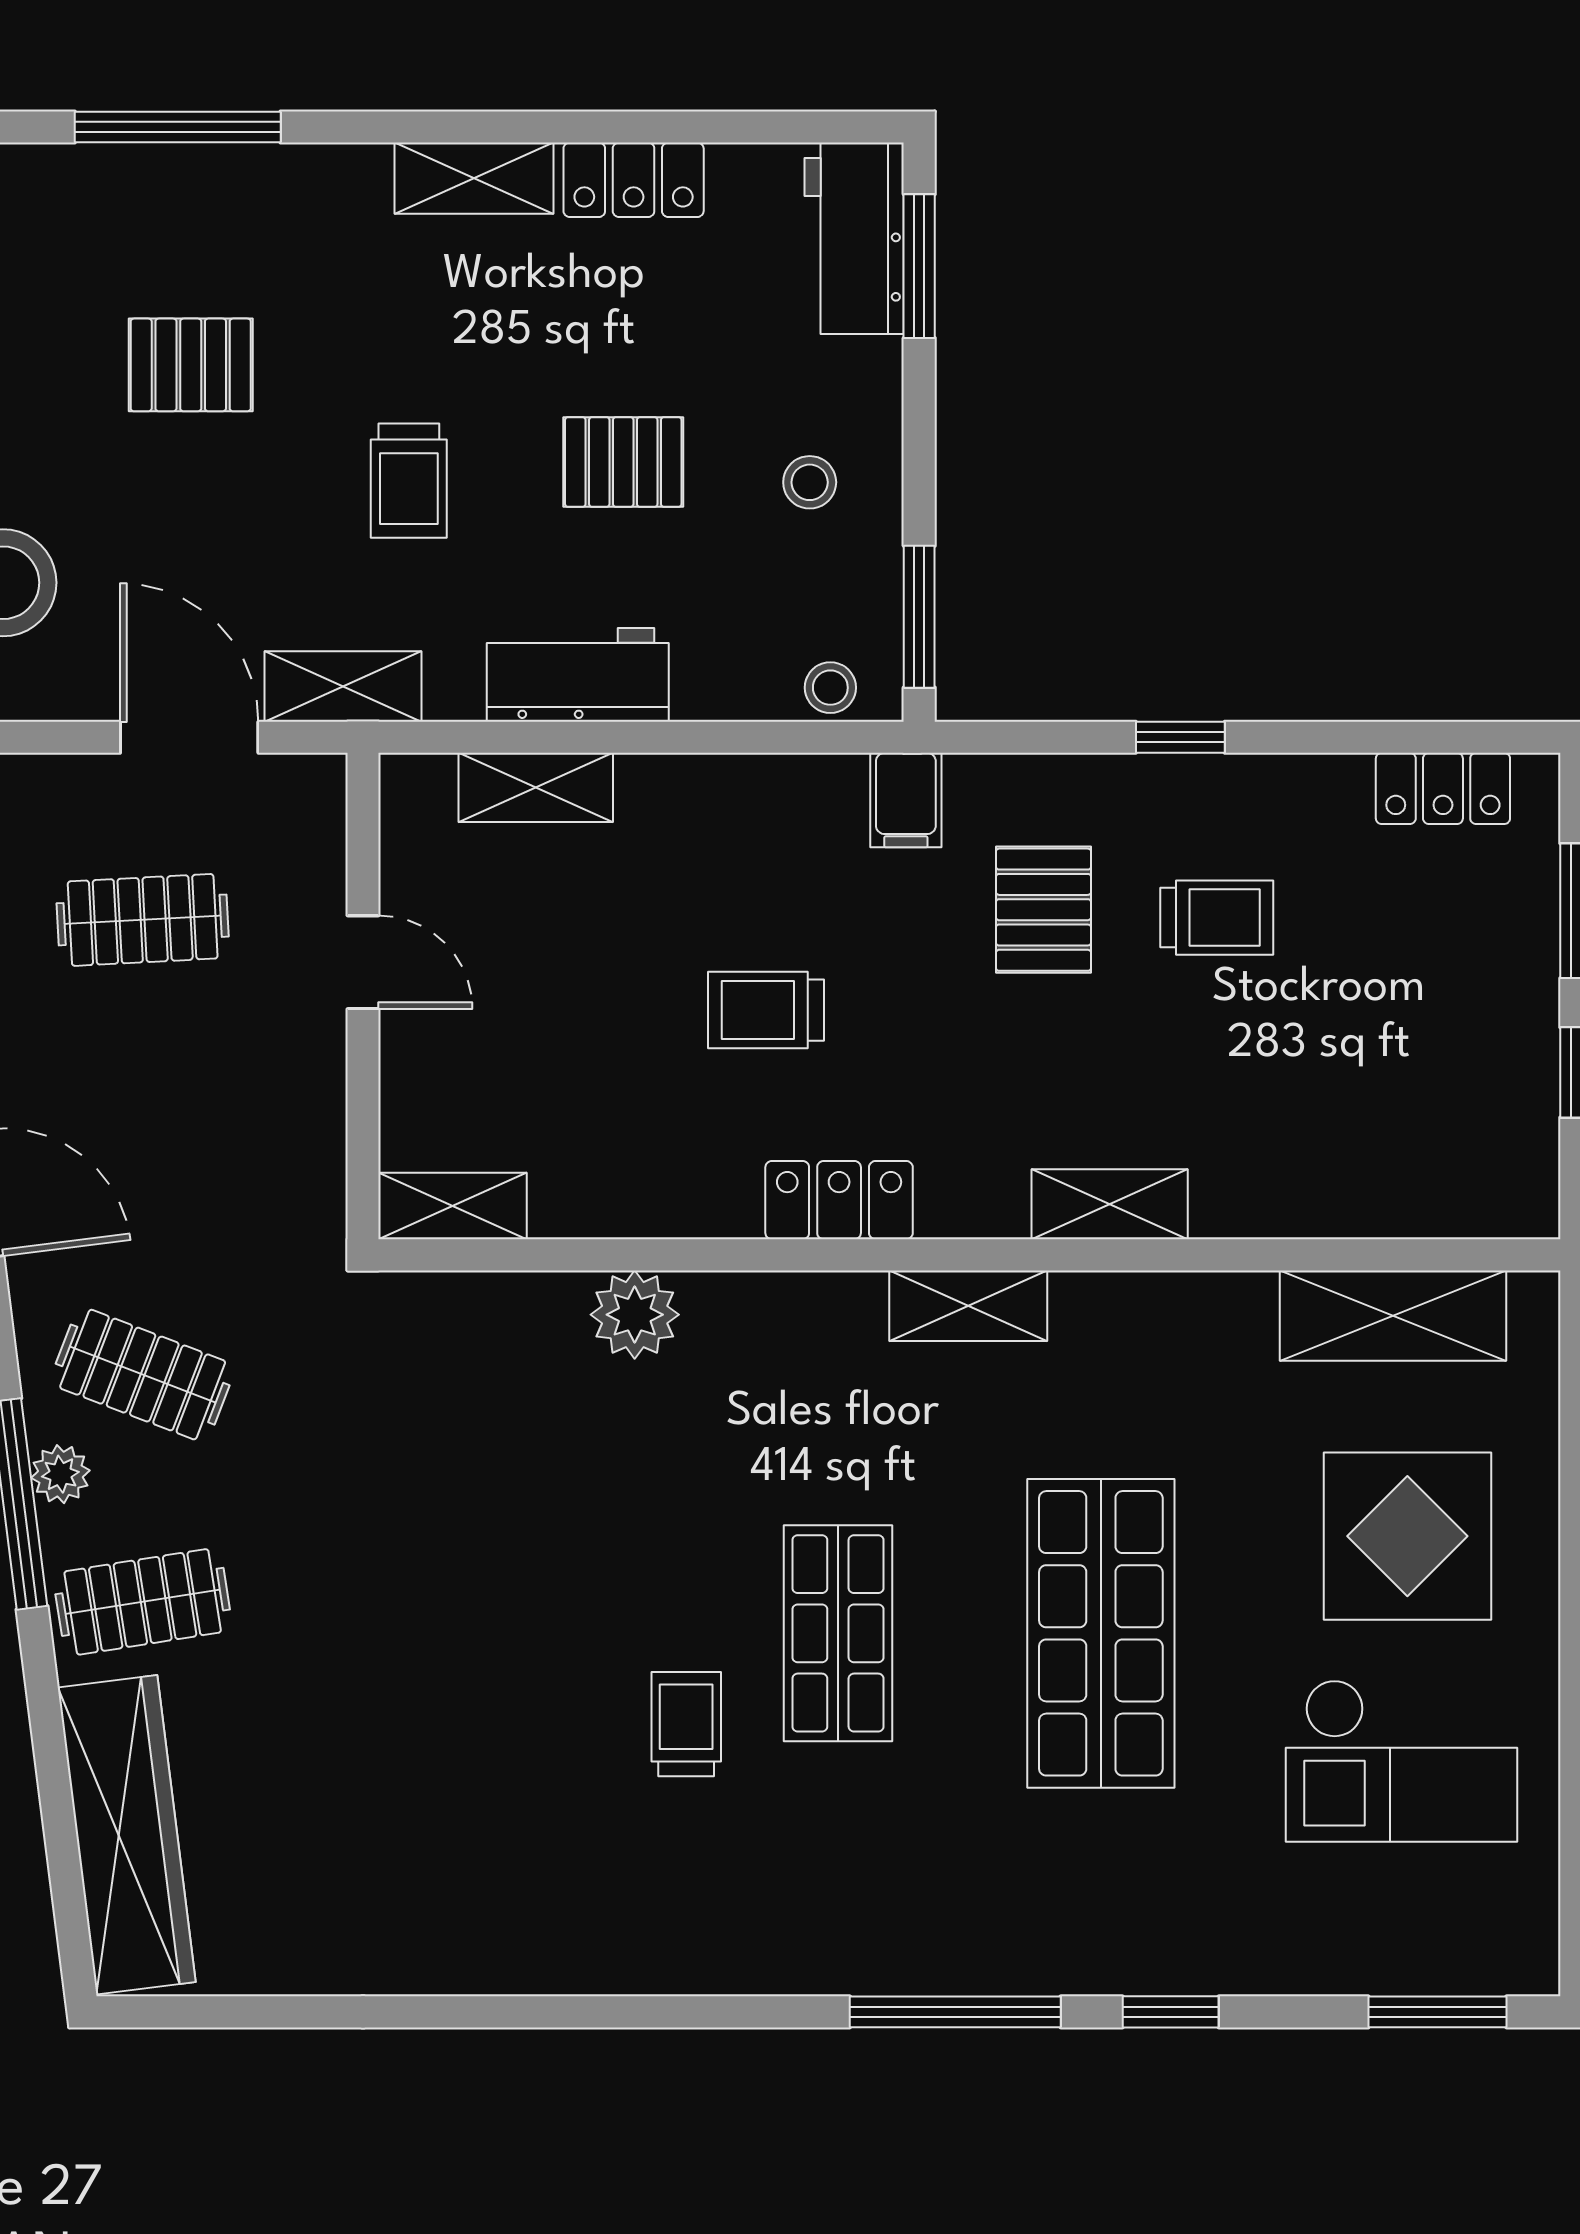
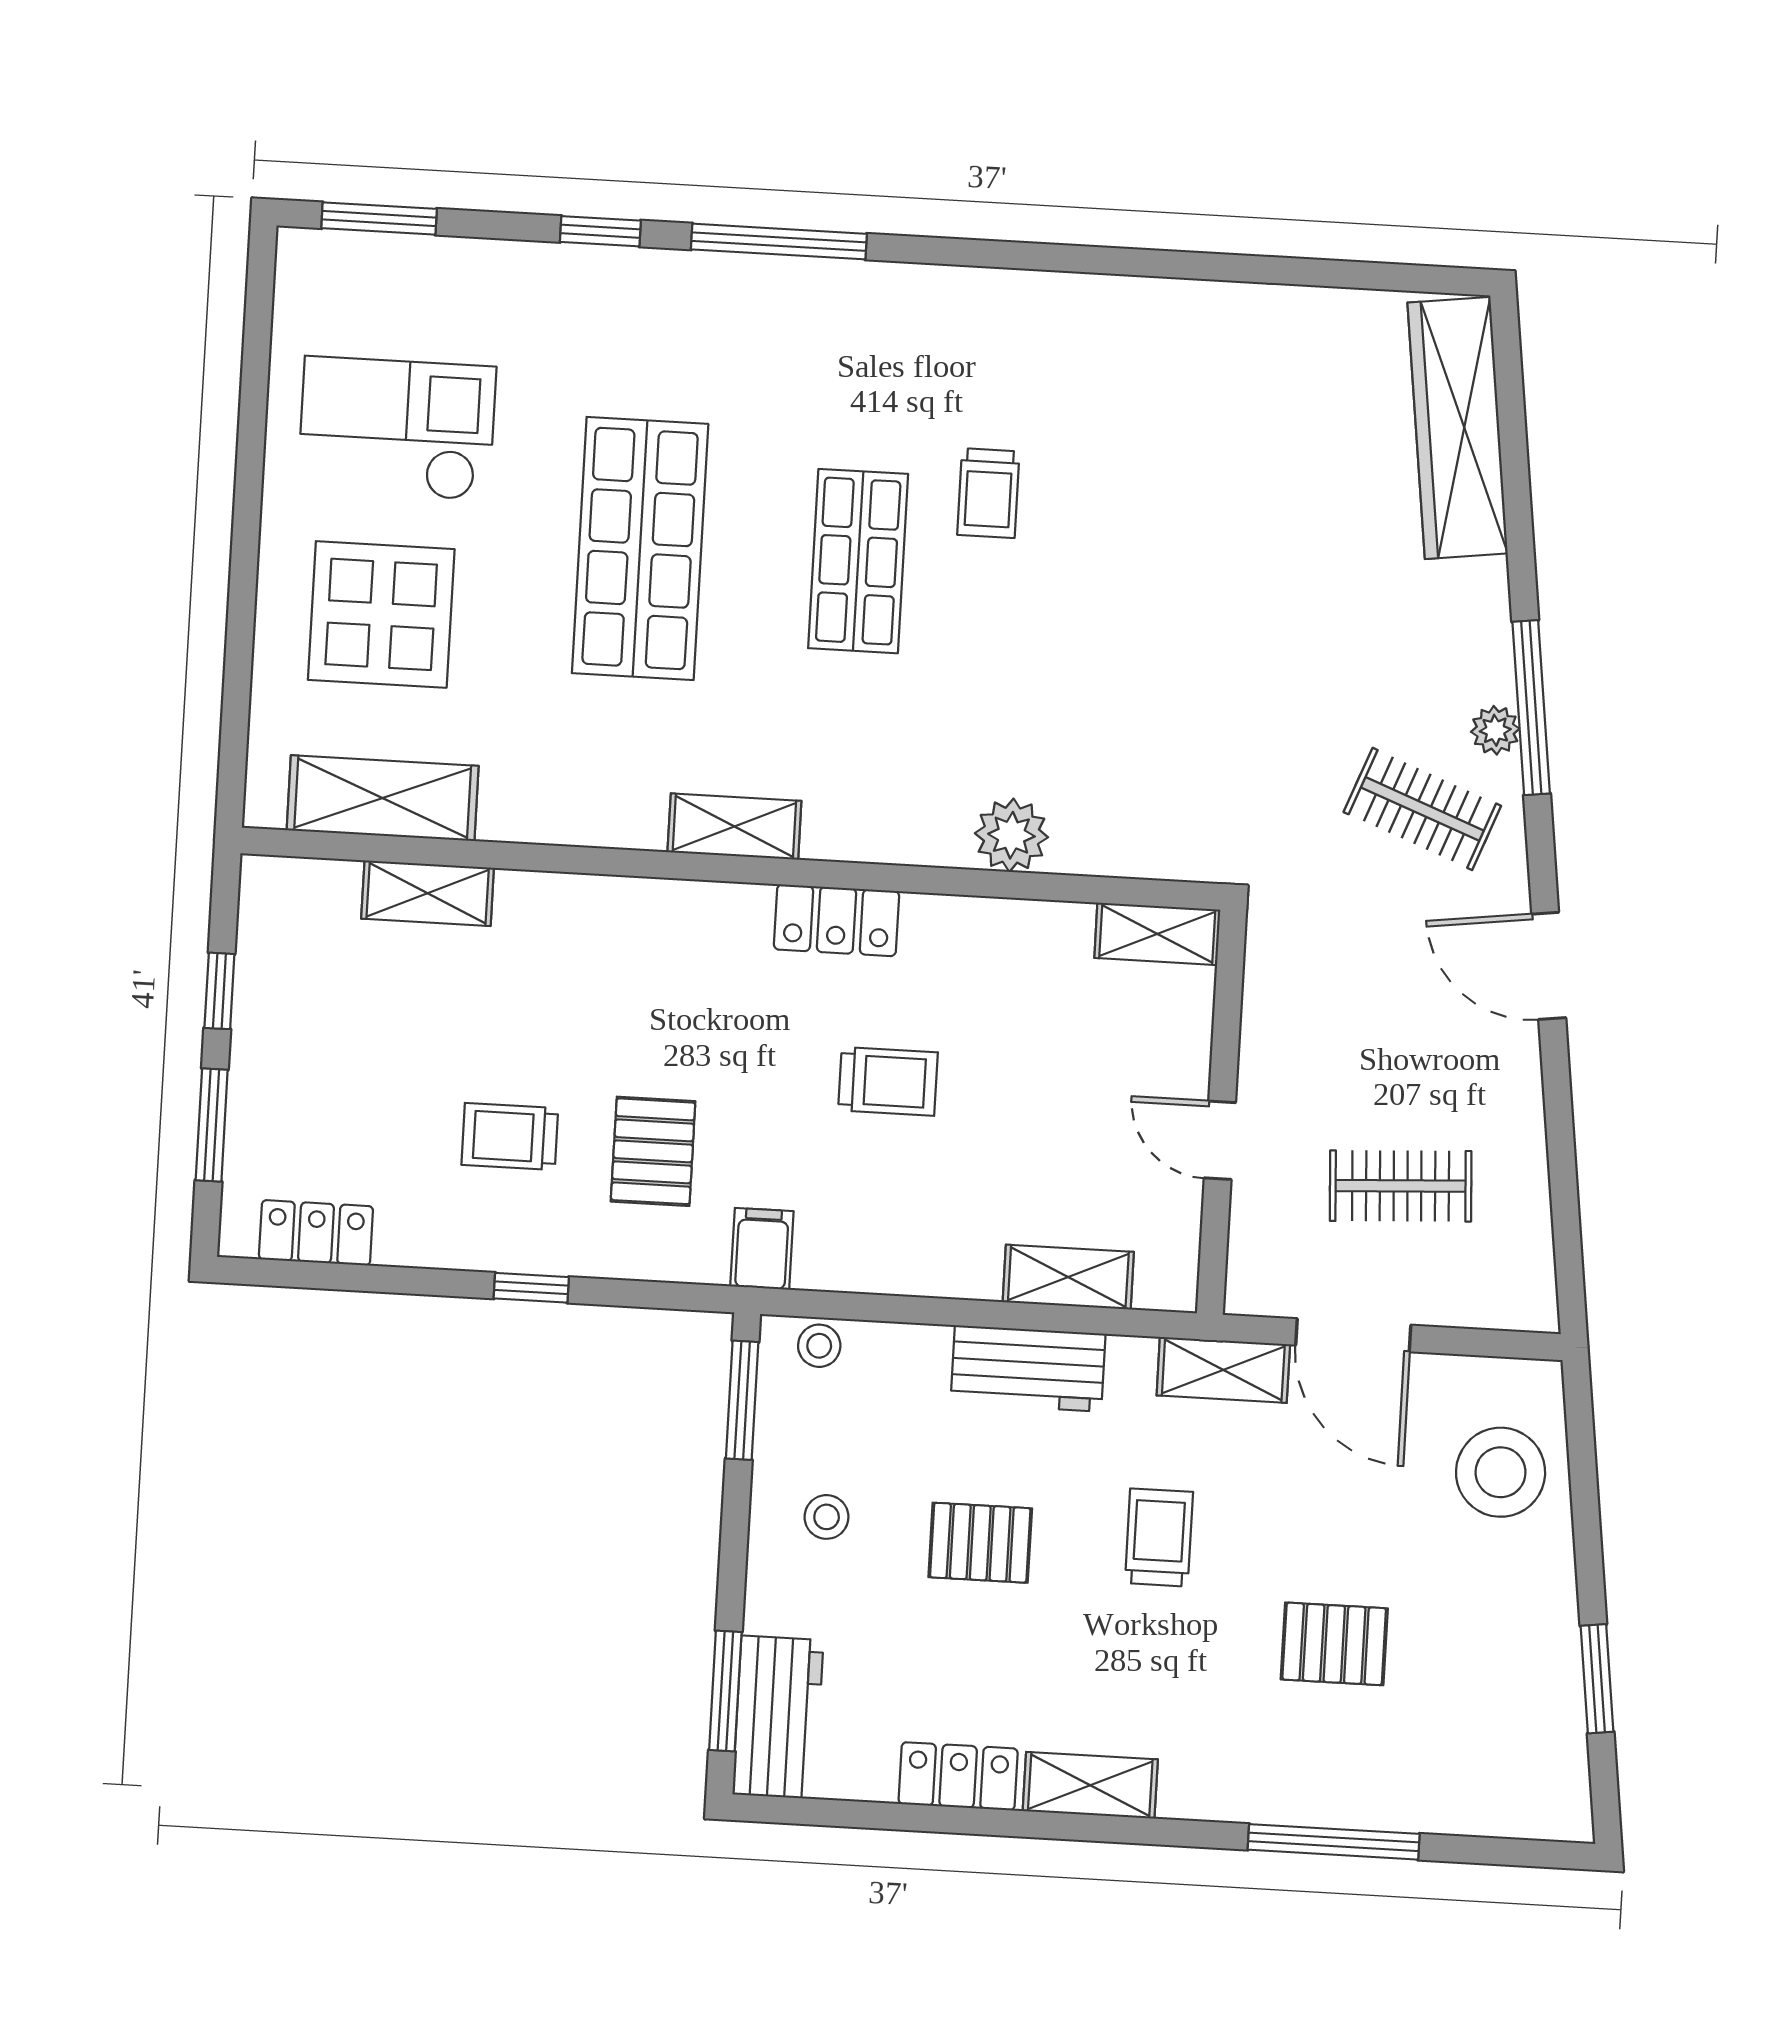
shelving: (1110, 1204) -> (428, 893), moved
clothes rail: (143, 1602) -> (1433, 620), removed

